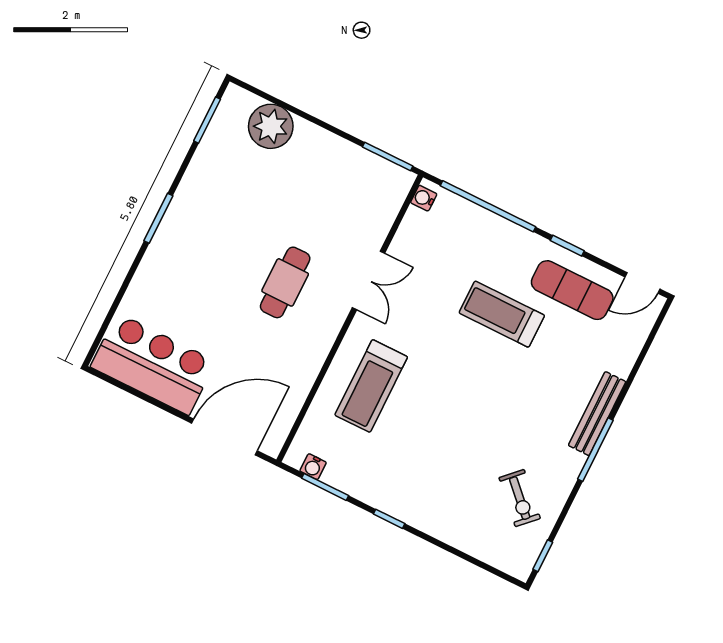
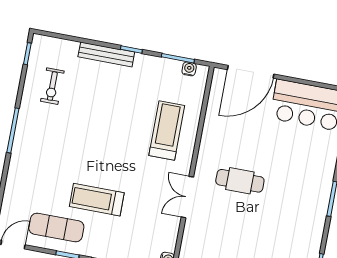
cafe table: (285, 282) -> (240, 181), turned 90
treadmill: (502, 314) -> (97, 200), turned 180
bench: (597, 414) -> (106, 54), moved, turned 90
exercise bike: (520, 498) -> (52, 86), turned -135

